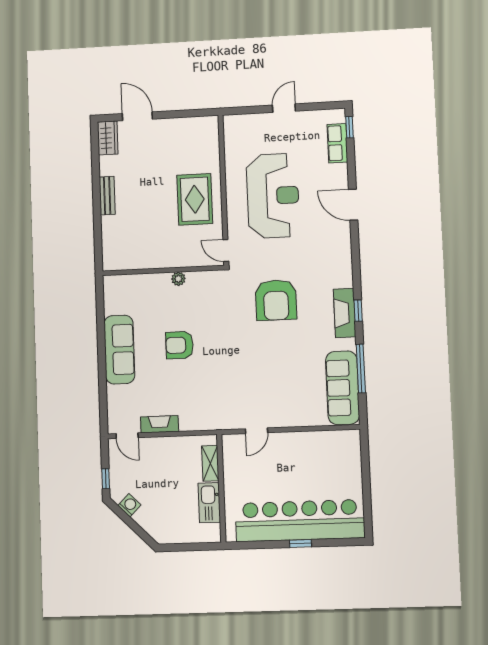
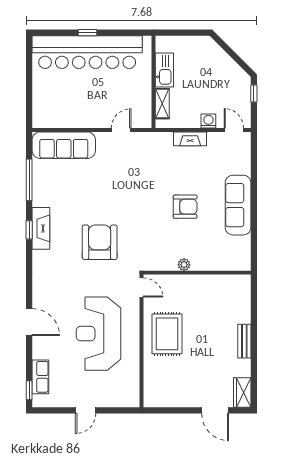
sofa: (343, 388) -> (64, 145), moved, turned 90
fireplace: (160, 424) -> (190, 139), moved
washing machine: (129, 505) -> (208, 121), moved, turned 135

